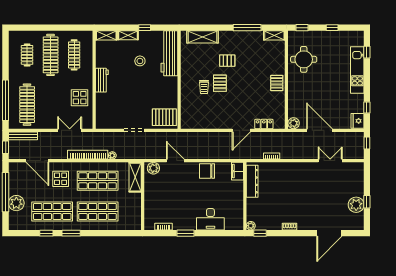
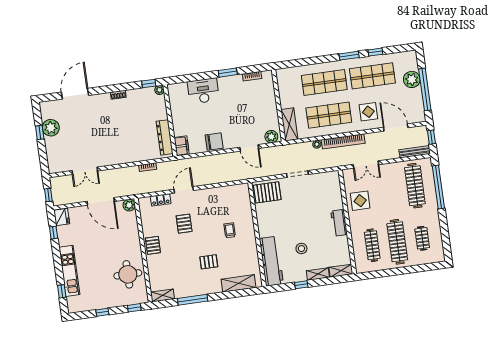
pallet: (220, 83) -> (184, 224), moved

